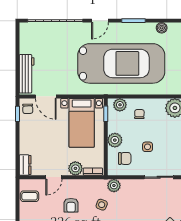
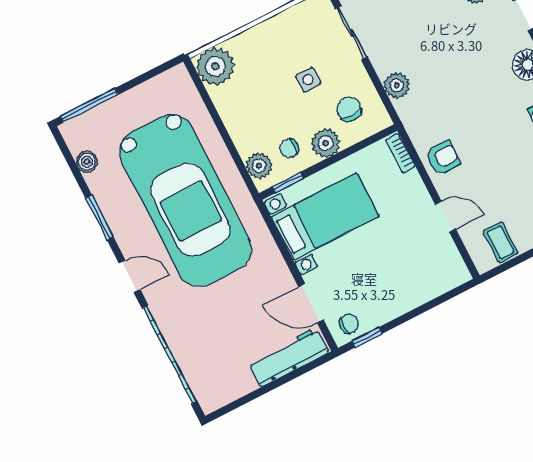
car: (121, 63) -> (186, 201), turned 180
door: (46, 96) -> (311, 303), swing flipped
chair: (139, 114) -> (289, 148), moved
dresser: (25, 165) -> (450, 278), removed
plant: (75, 168) -> (411, 187), removed
plant: (114, 186) -> (397, 85), moved
armchair: (71, 205) -> (443, 158), moved
side table: (102, 205) -> (451, 108), removed

